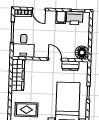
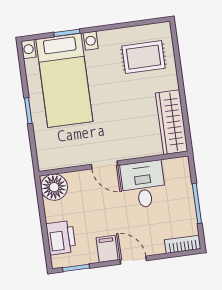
door: (39, 9) -> (133, 260), moved
printer: (75, 18) -> (61, 238), moved, turned 90
desk: (23, 46) -> (143, 184), moved
dresser: (70, 66) -> (72, 158), removed

